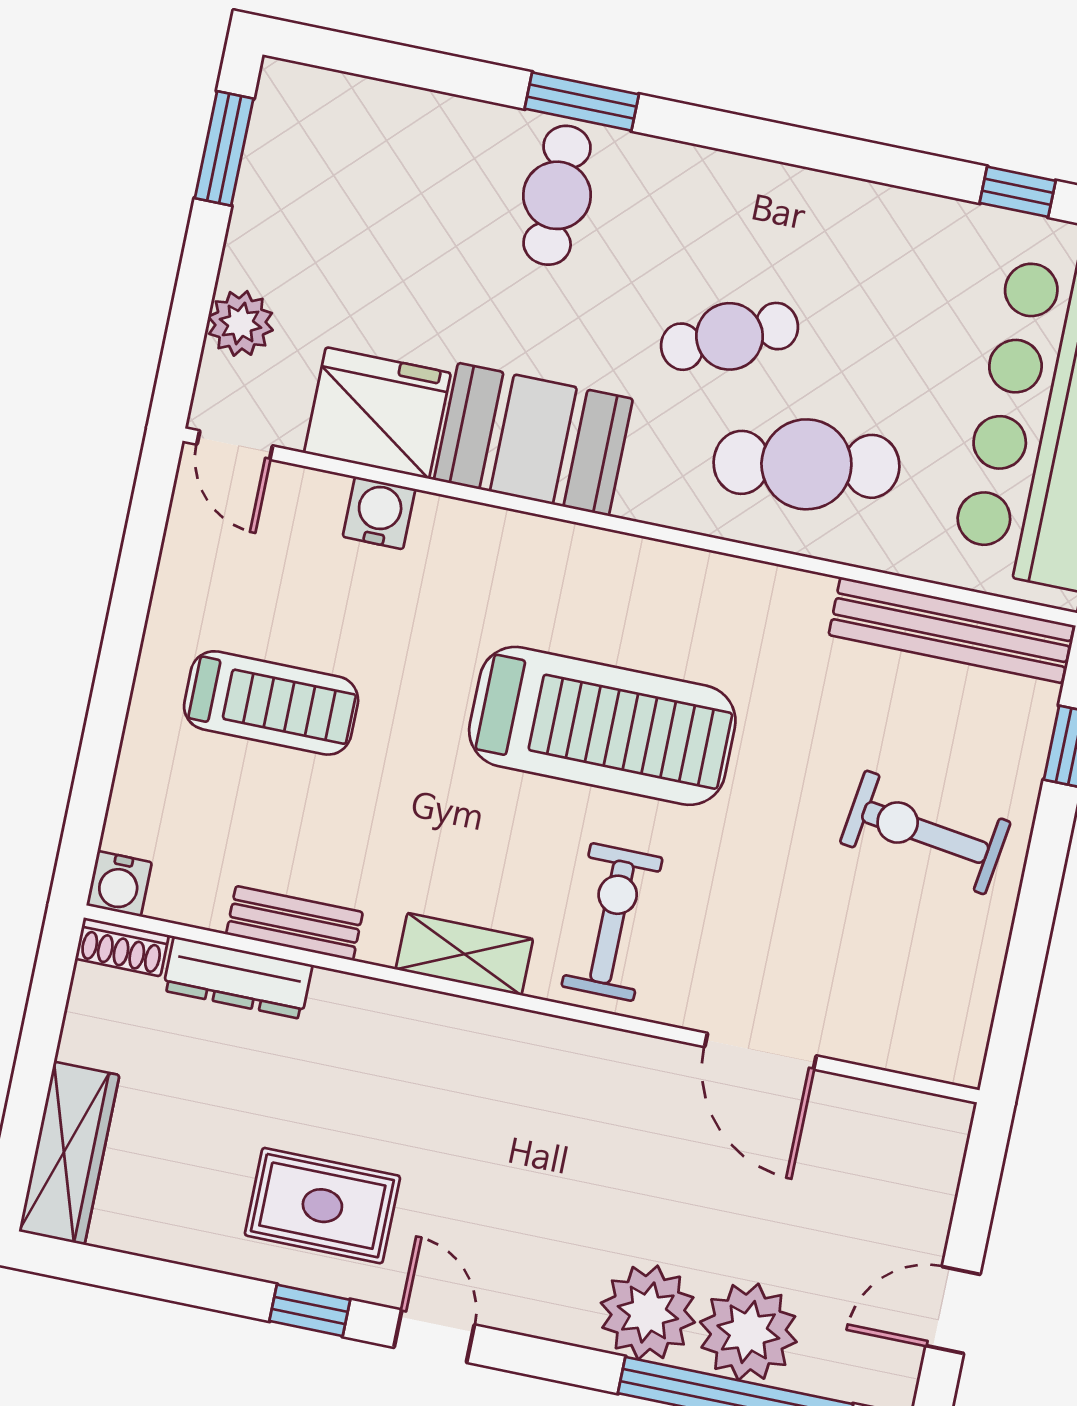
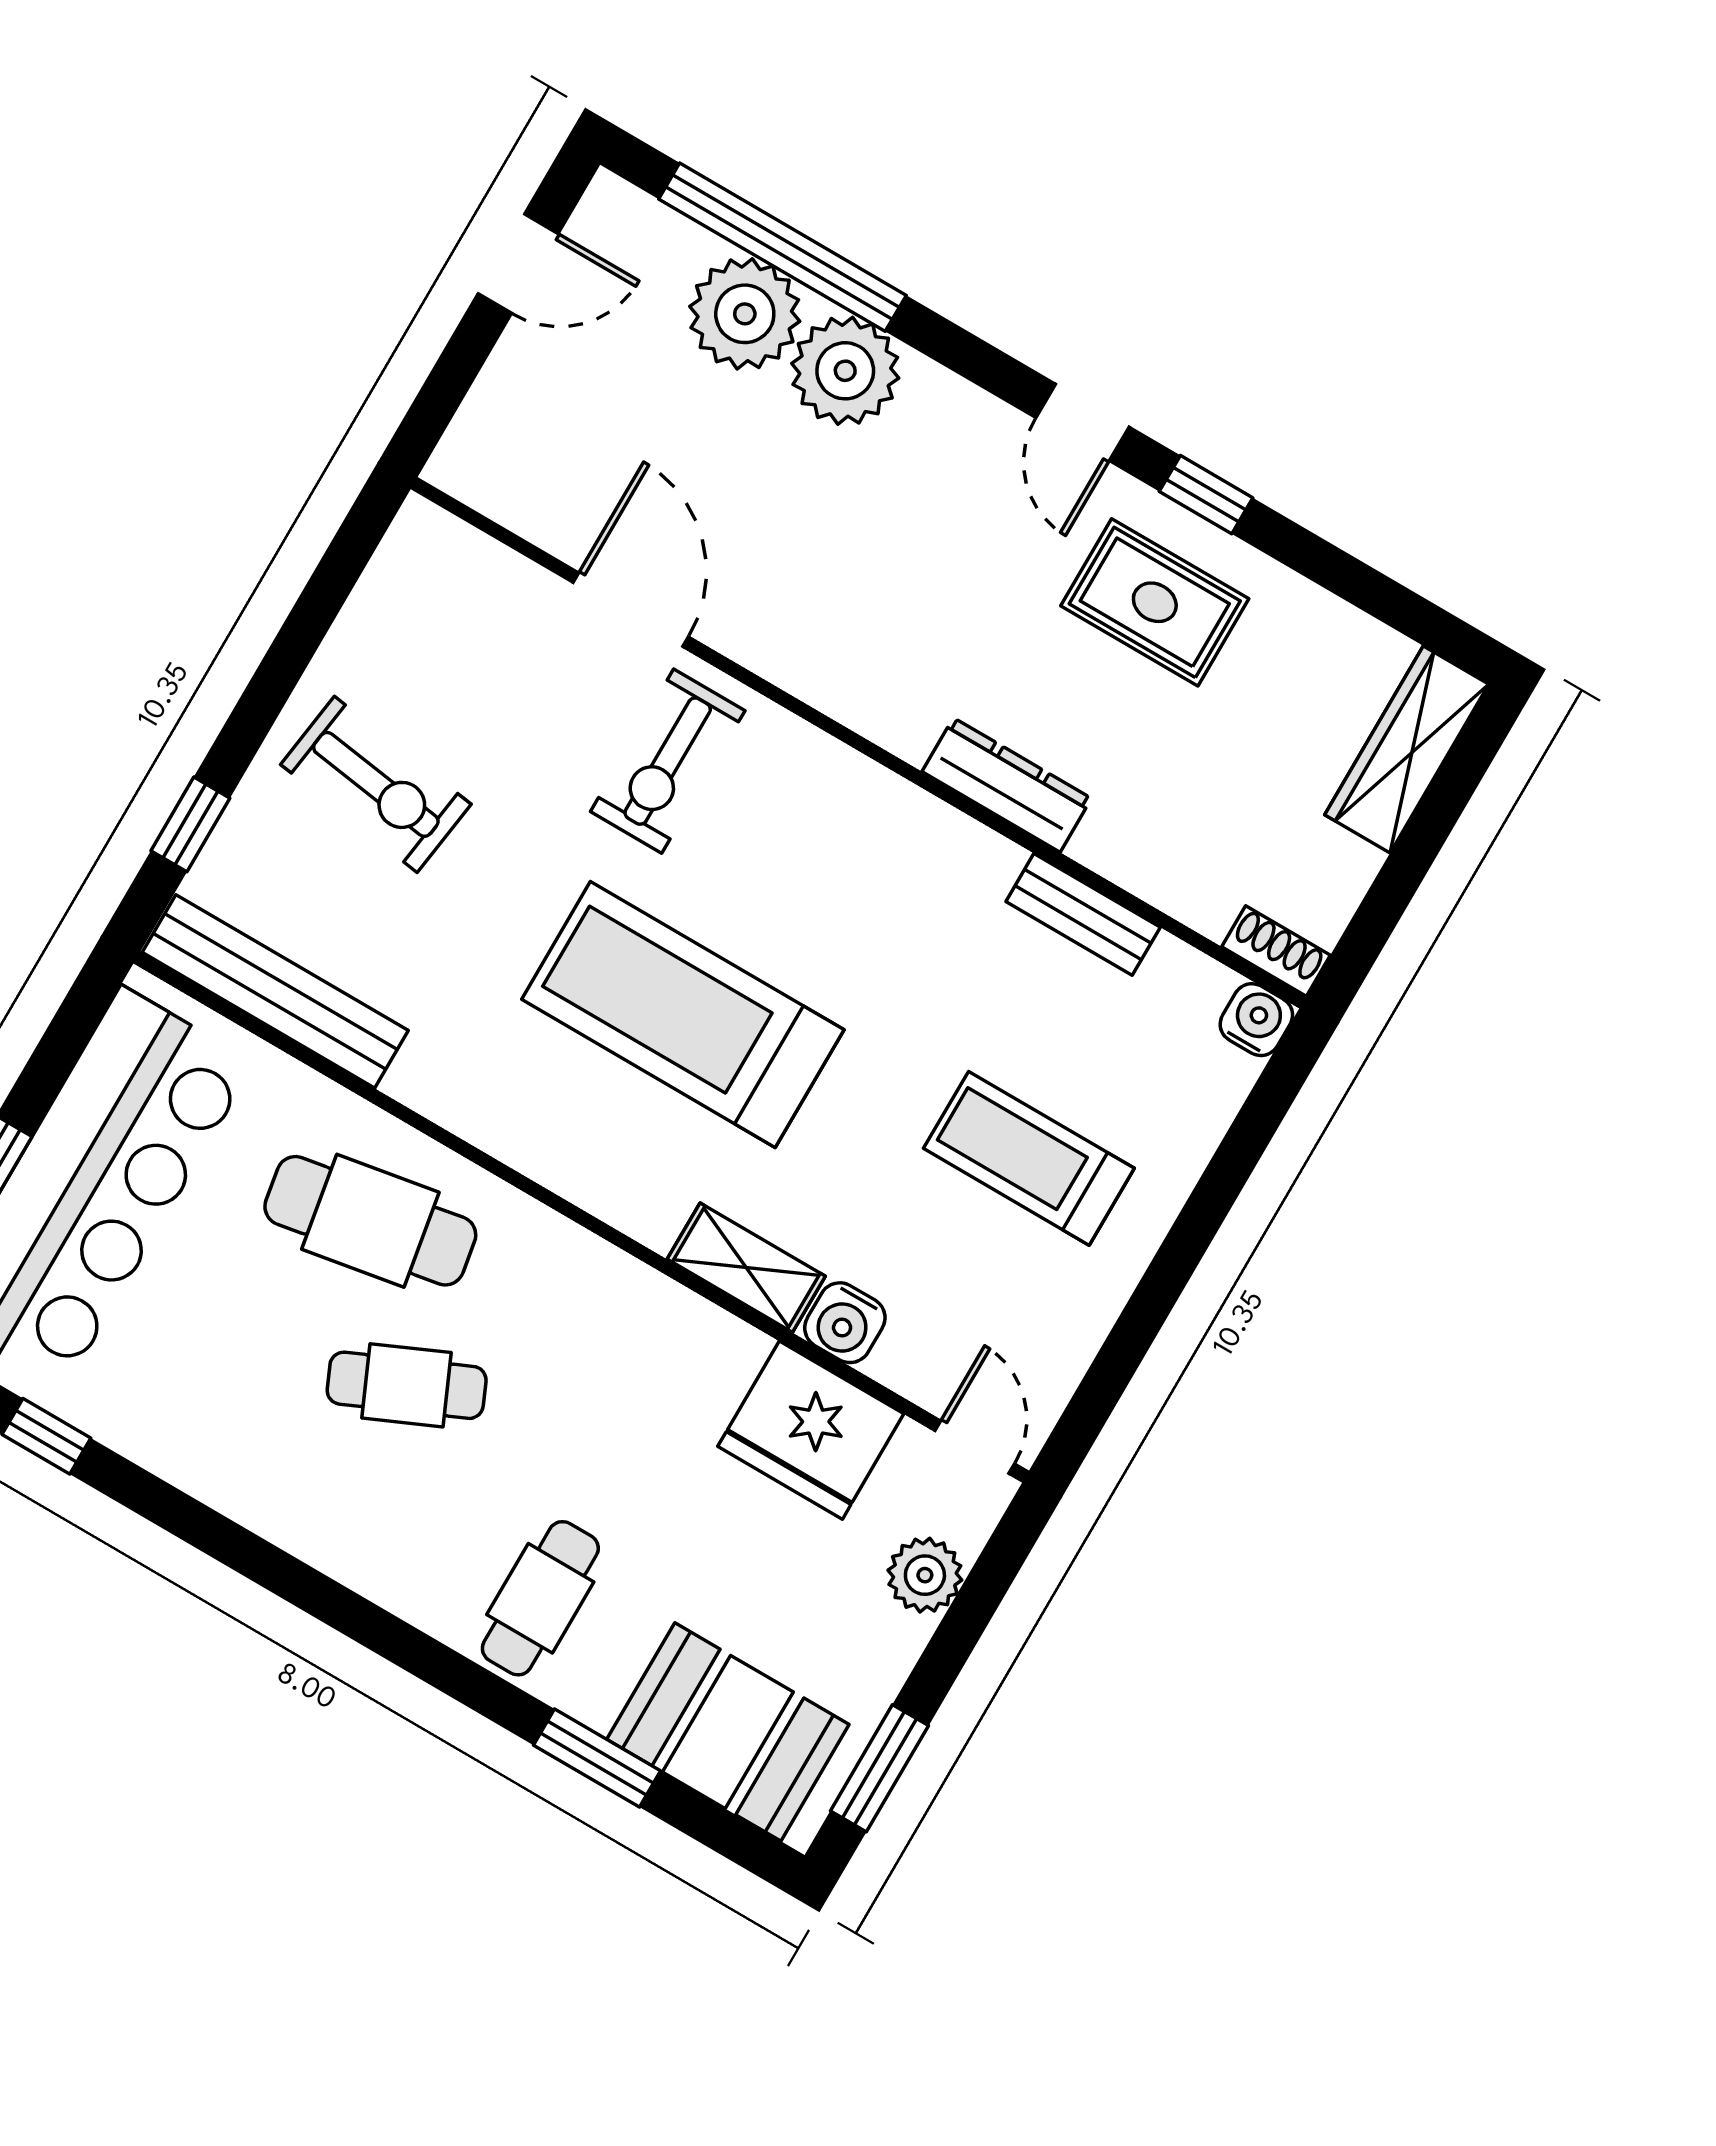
window: (582, 102) -> (597, 1758), moved
booth: (533, 439) -> (728, 1732), moved
exercise bike: (612, 922) -> (668, 761), moved
shelving: (464, 954) -> (746, 1268), moved
dresser: (238, 978) -> (1007, 785), moved

